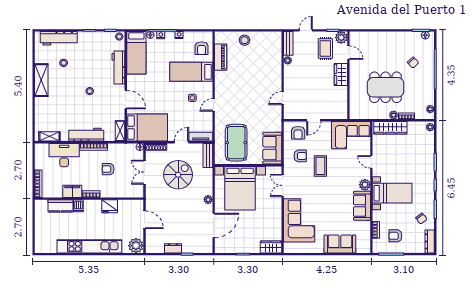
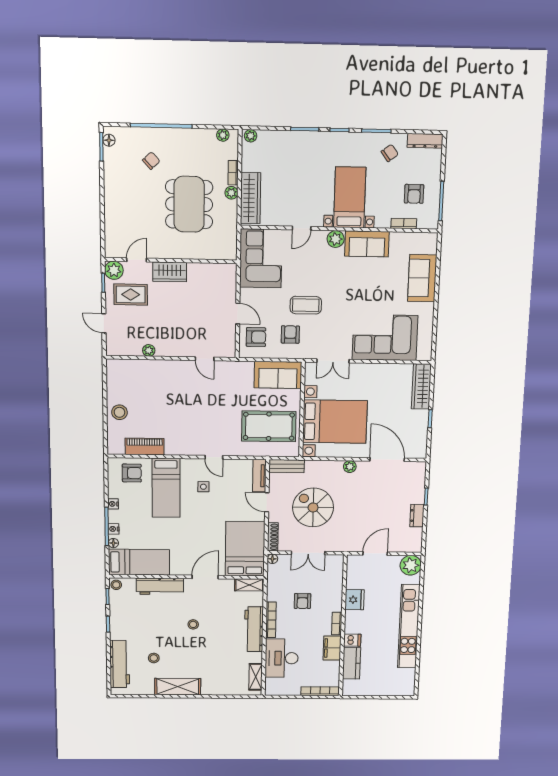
bench: (288, 43) -> (124, 349), removed
wardrobe: (271, 247) -> (421, 386), width x1.50

